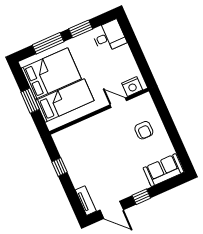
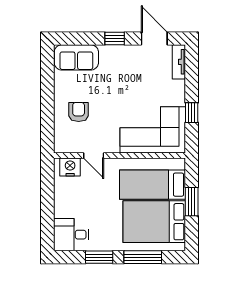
corner sofa: (83, 141) -> (153, 130), added

